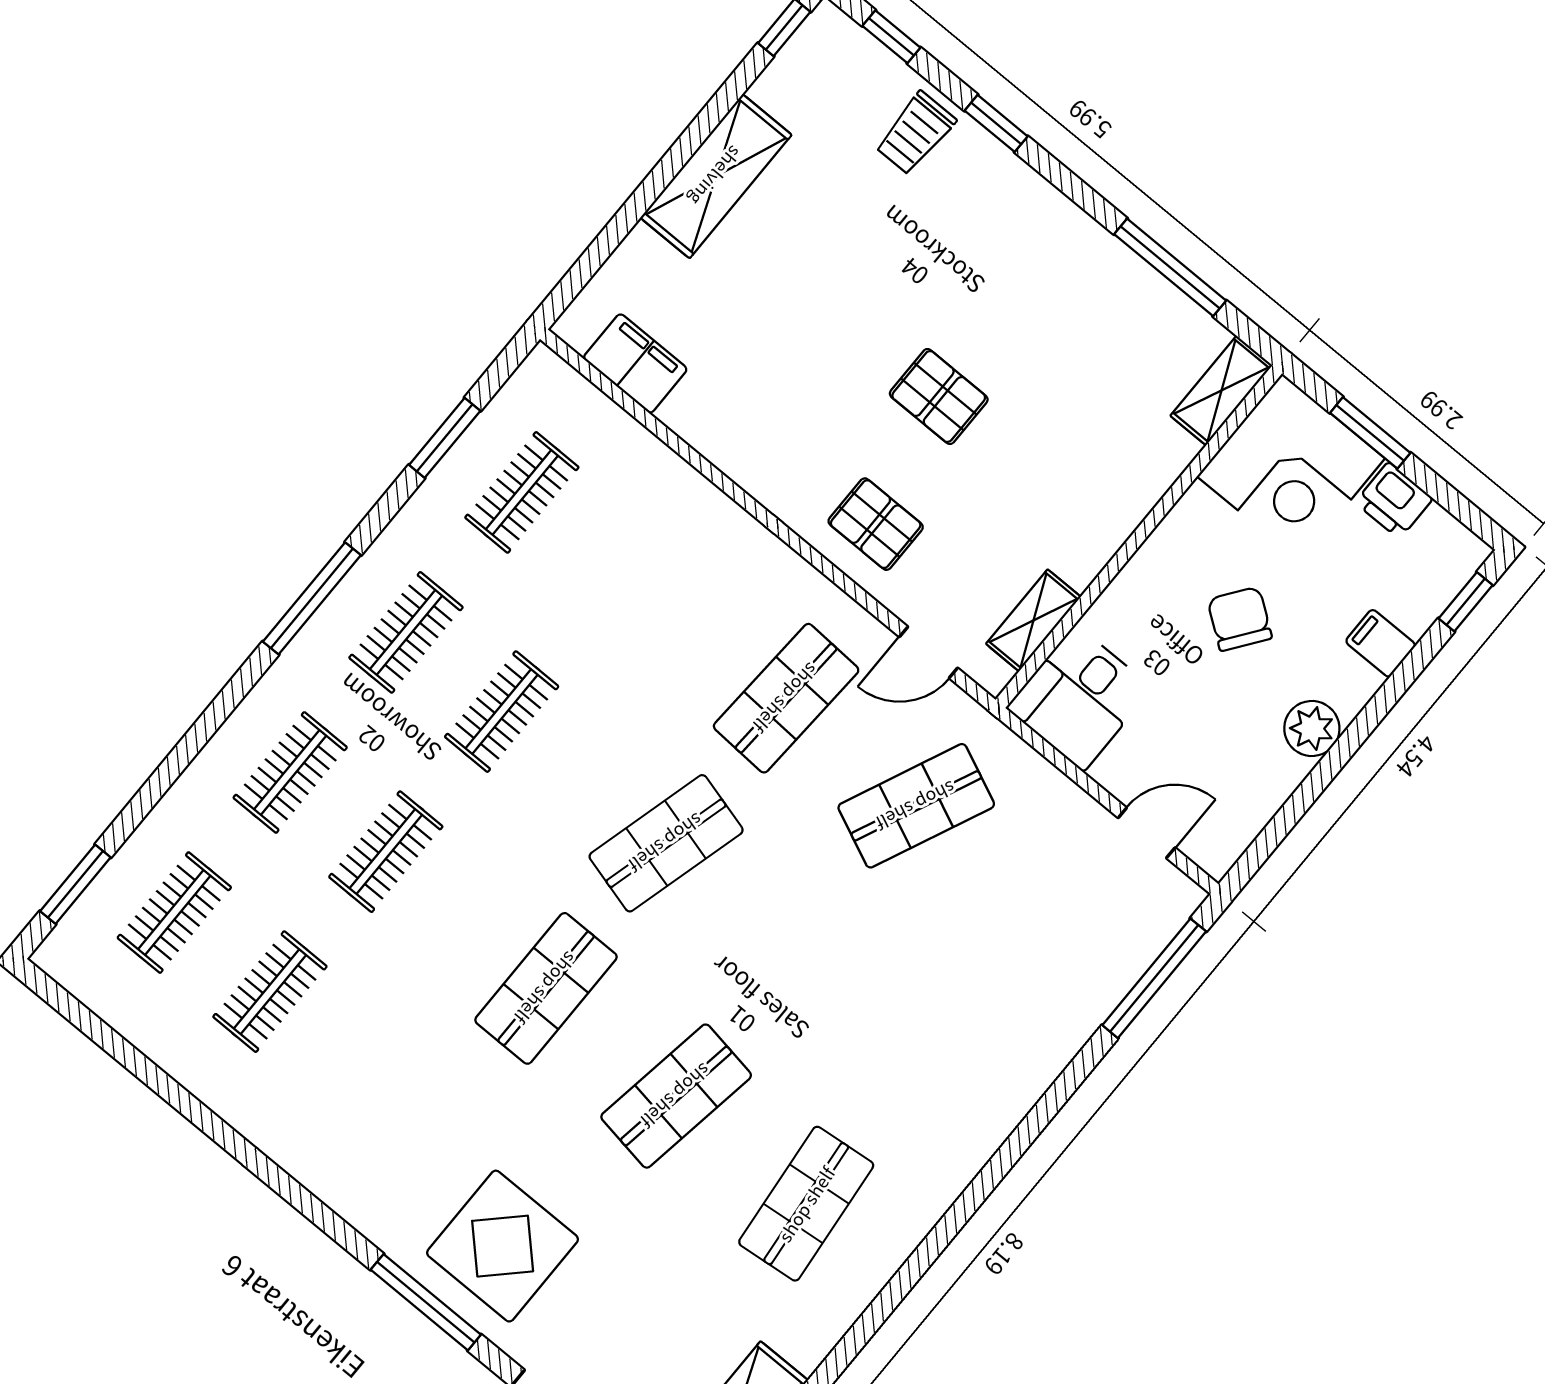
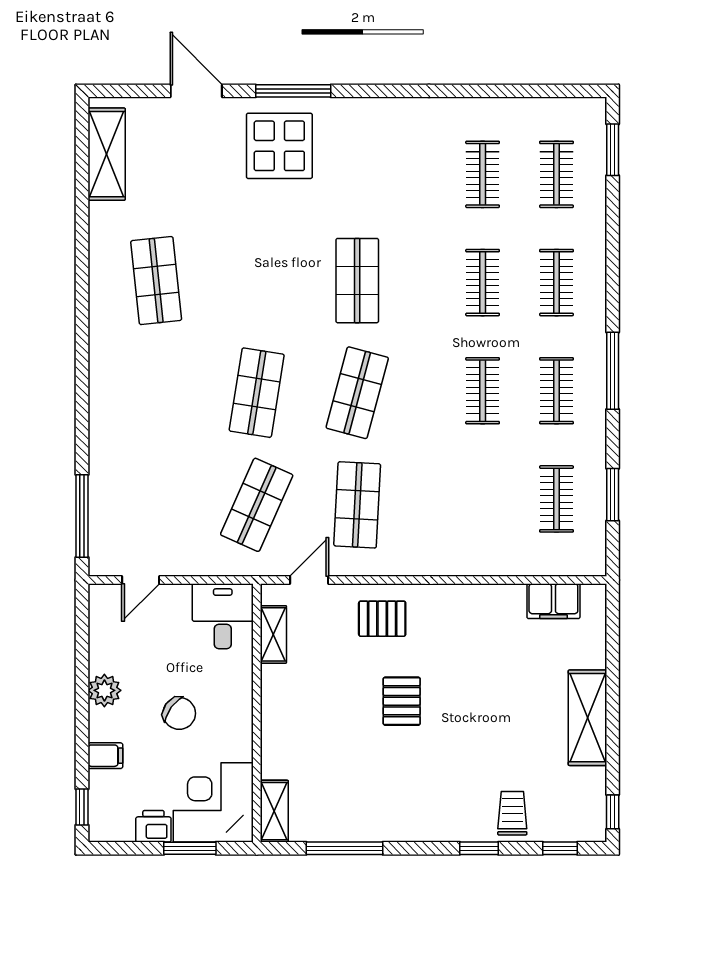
pallet: (939, 397) -> (402, 701), turned 90
shop shelf: (676, 1096) -> (257, 393), moved

